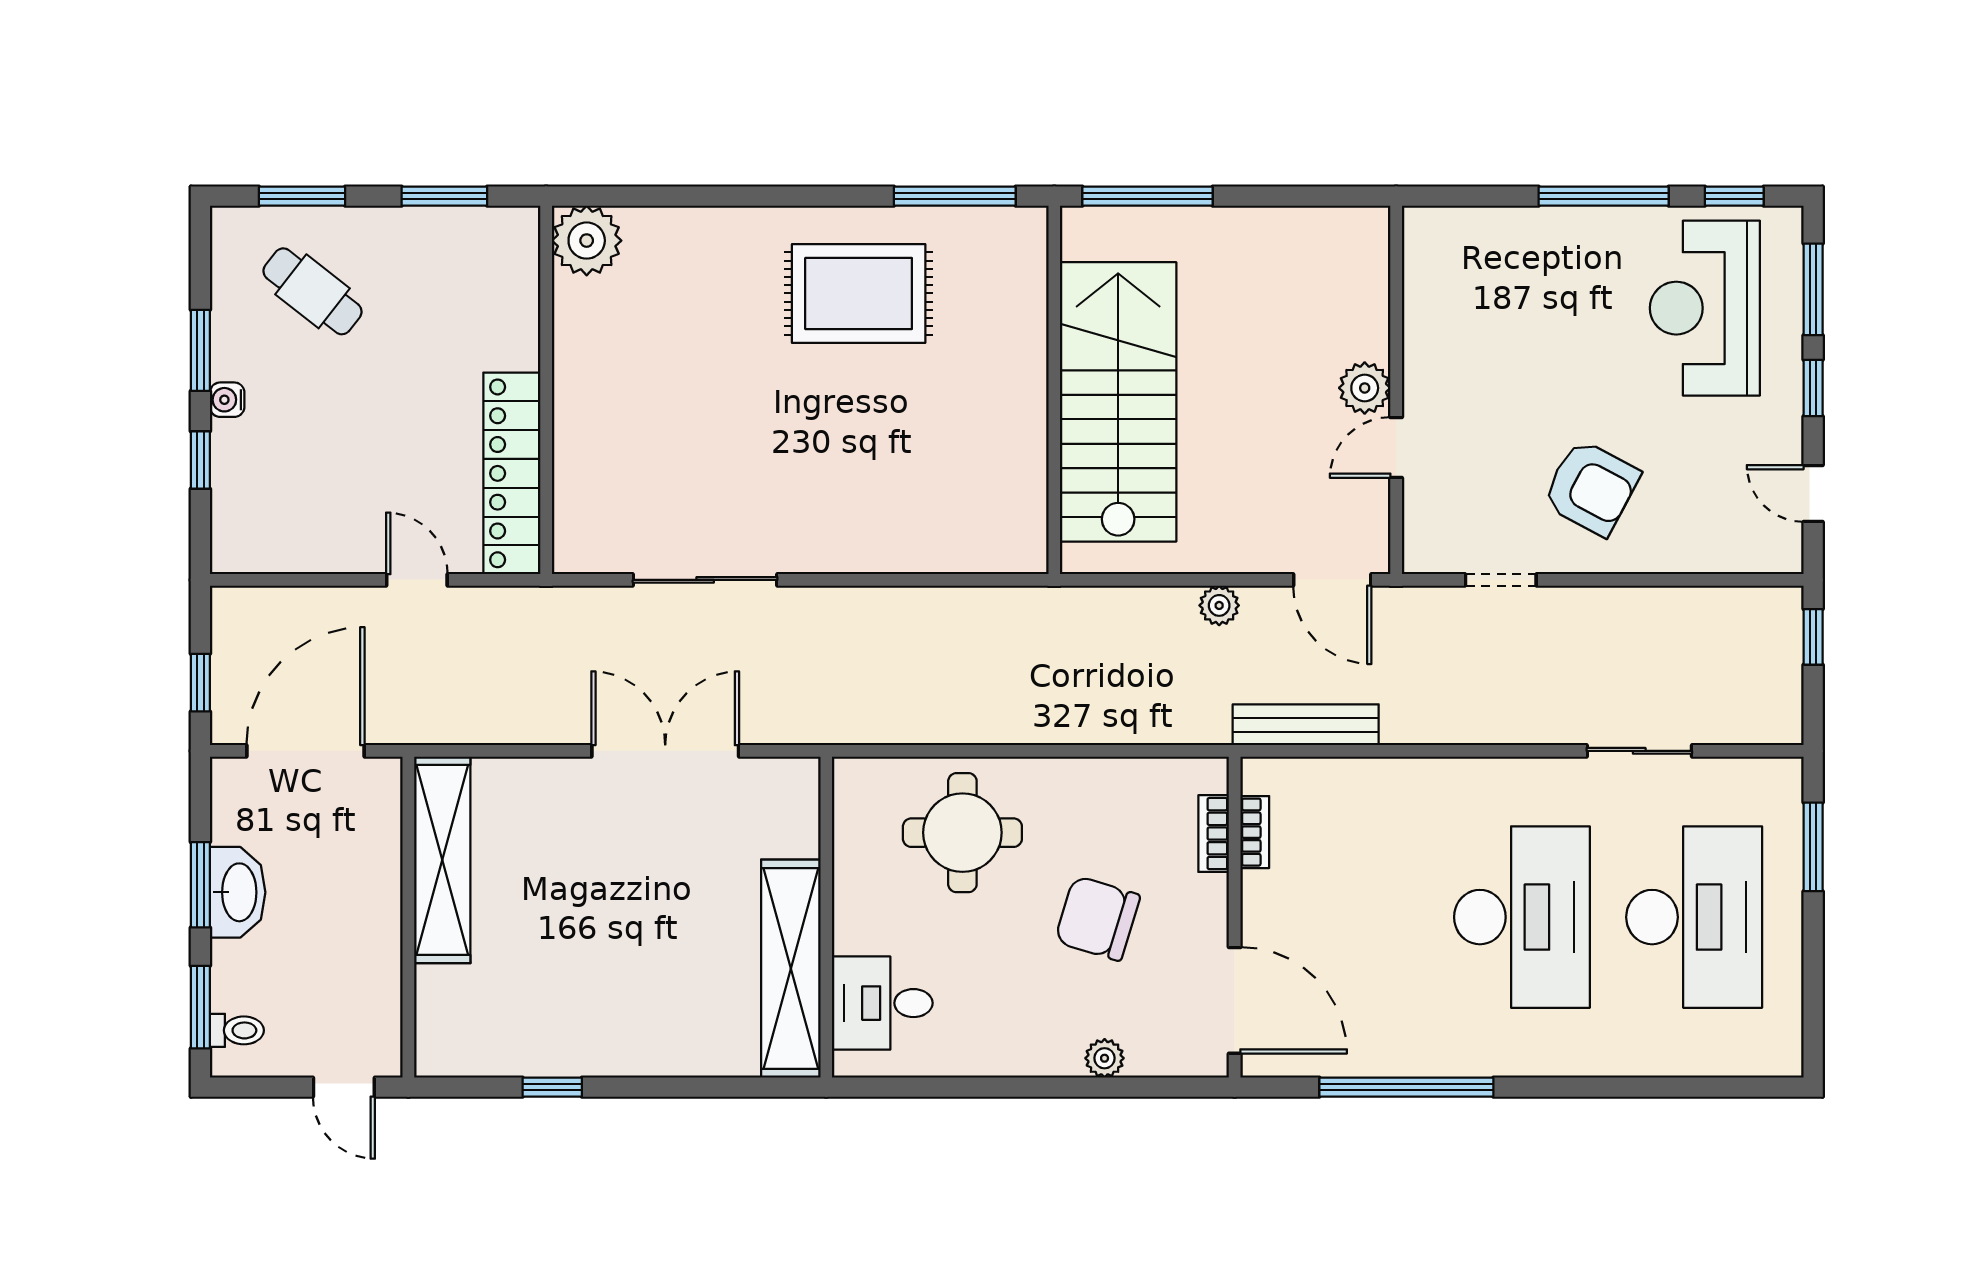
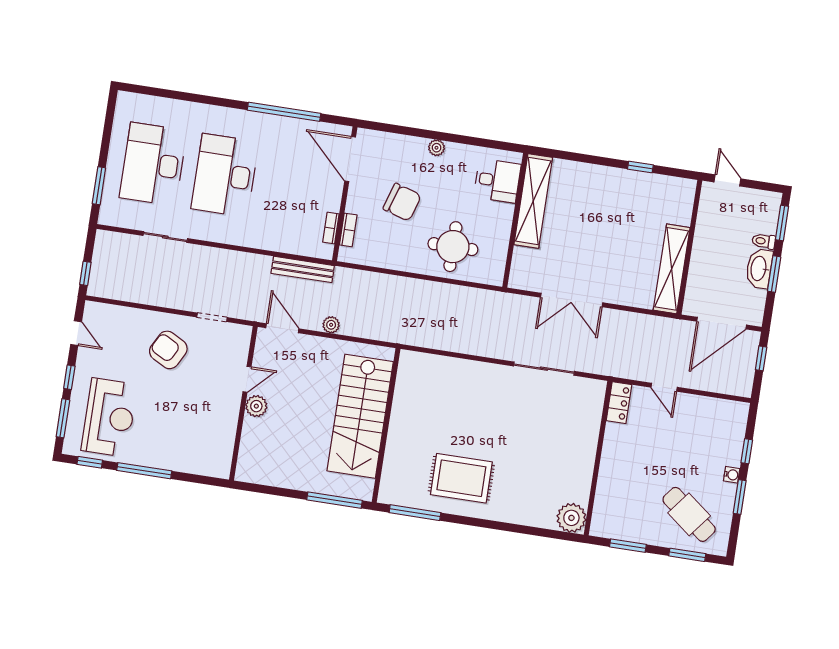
cafe table: (312, 291) -> (689, 514), width x1.37, depth x1.35
locker: (512, 473) -> (619, 403), width x0.46, depth x0.83
toilet: (237, 1030) -> (764, 241), moved
plant: (1105, 1058) -> (437, 148), moved

